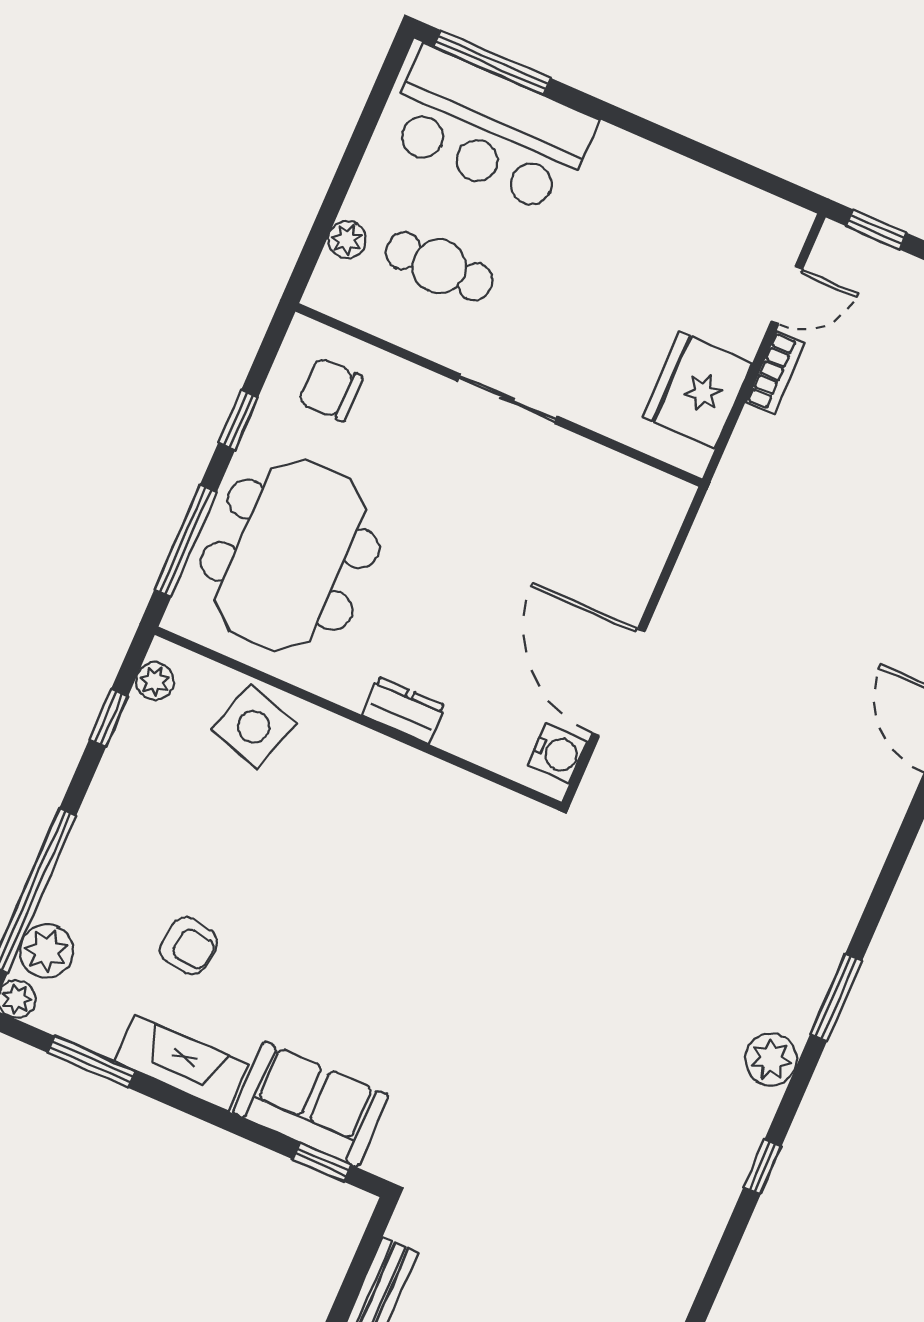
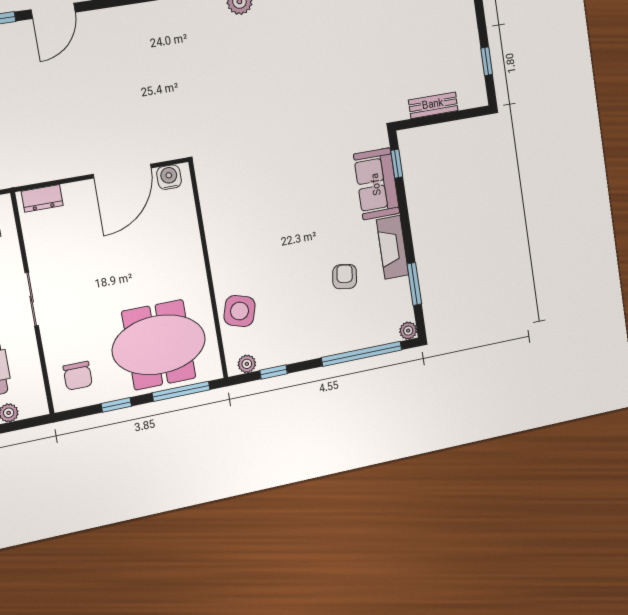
dresser: (403, 710) -> (42, 198), moved, turned -90
plant: (46, 951) -> (382, 332), removed

